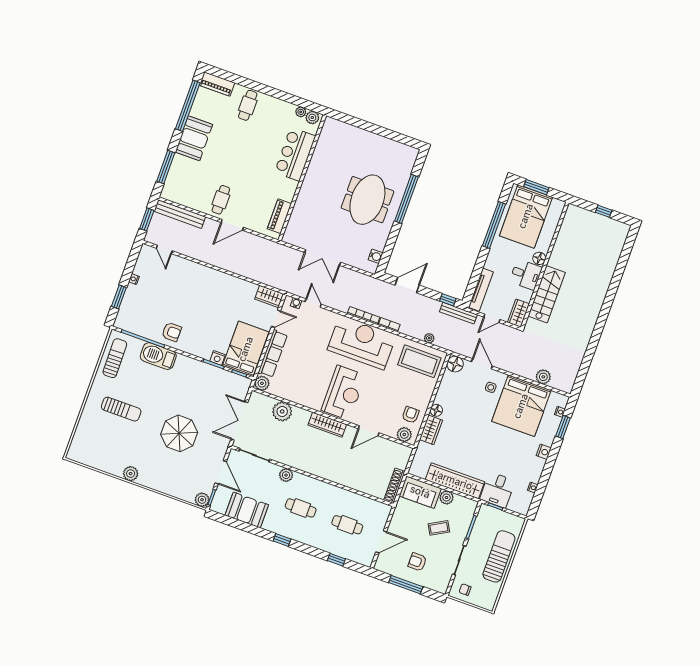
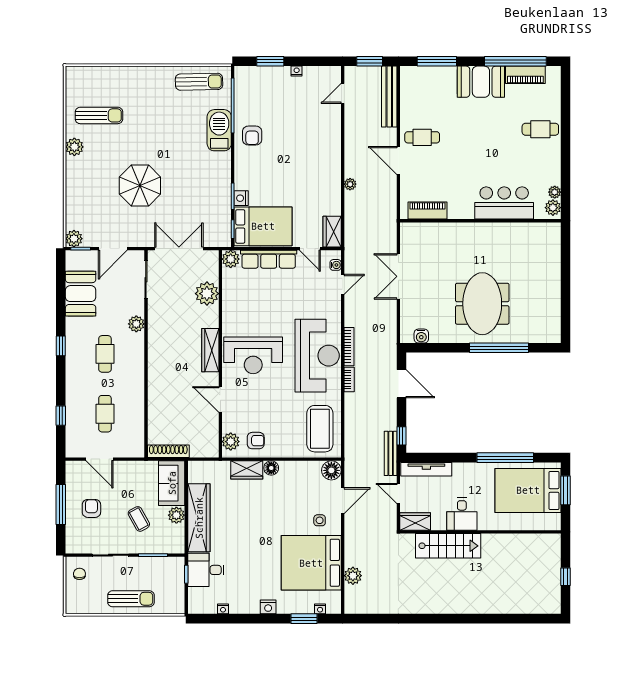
piano: (217, 84) -> (525, 75), moved, turned -90
meeting table: (367, 200) -> (482, 304), turned 90
floor lamp: (539, 258) -> (486, 523), removed
plant: (429, 338) -> (350, 184), moved
sun lounger: (121, 409) -> (99, 115), moved, turned -90
sun lounger: (499, 556) -> (131, 599), width x0.73, depth x0.75

